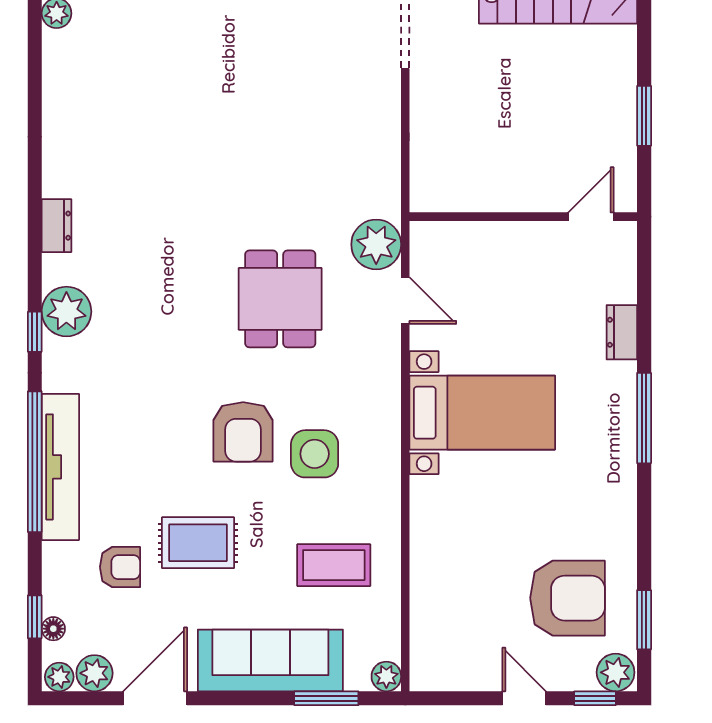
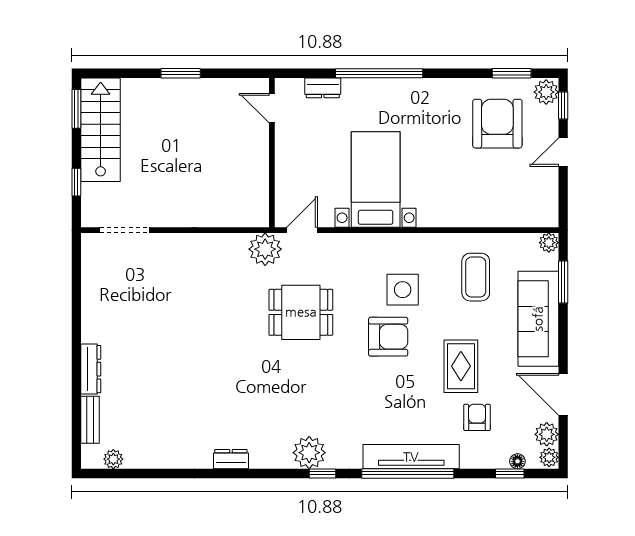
wall: (523, 217) -> (272, 153), moved
door: (591, 217) -> (272, 108), moved
dresser: (57, 226) -> (231, 459), moved
window: (644, 418) -> (379, 73), width x1.46

